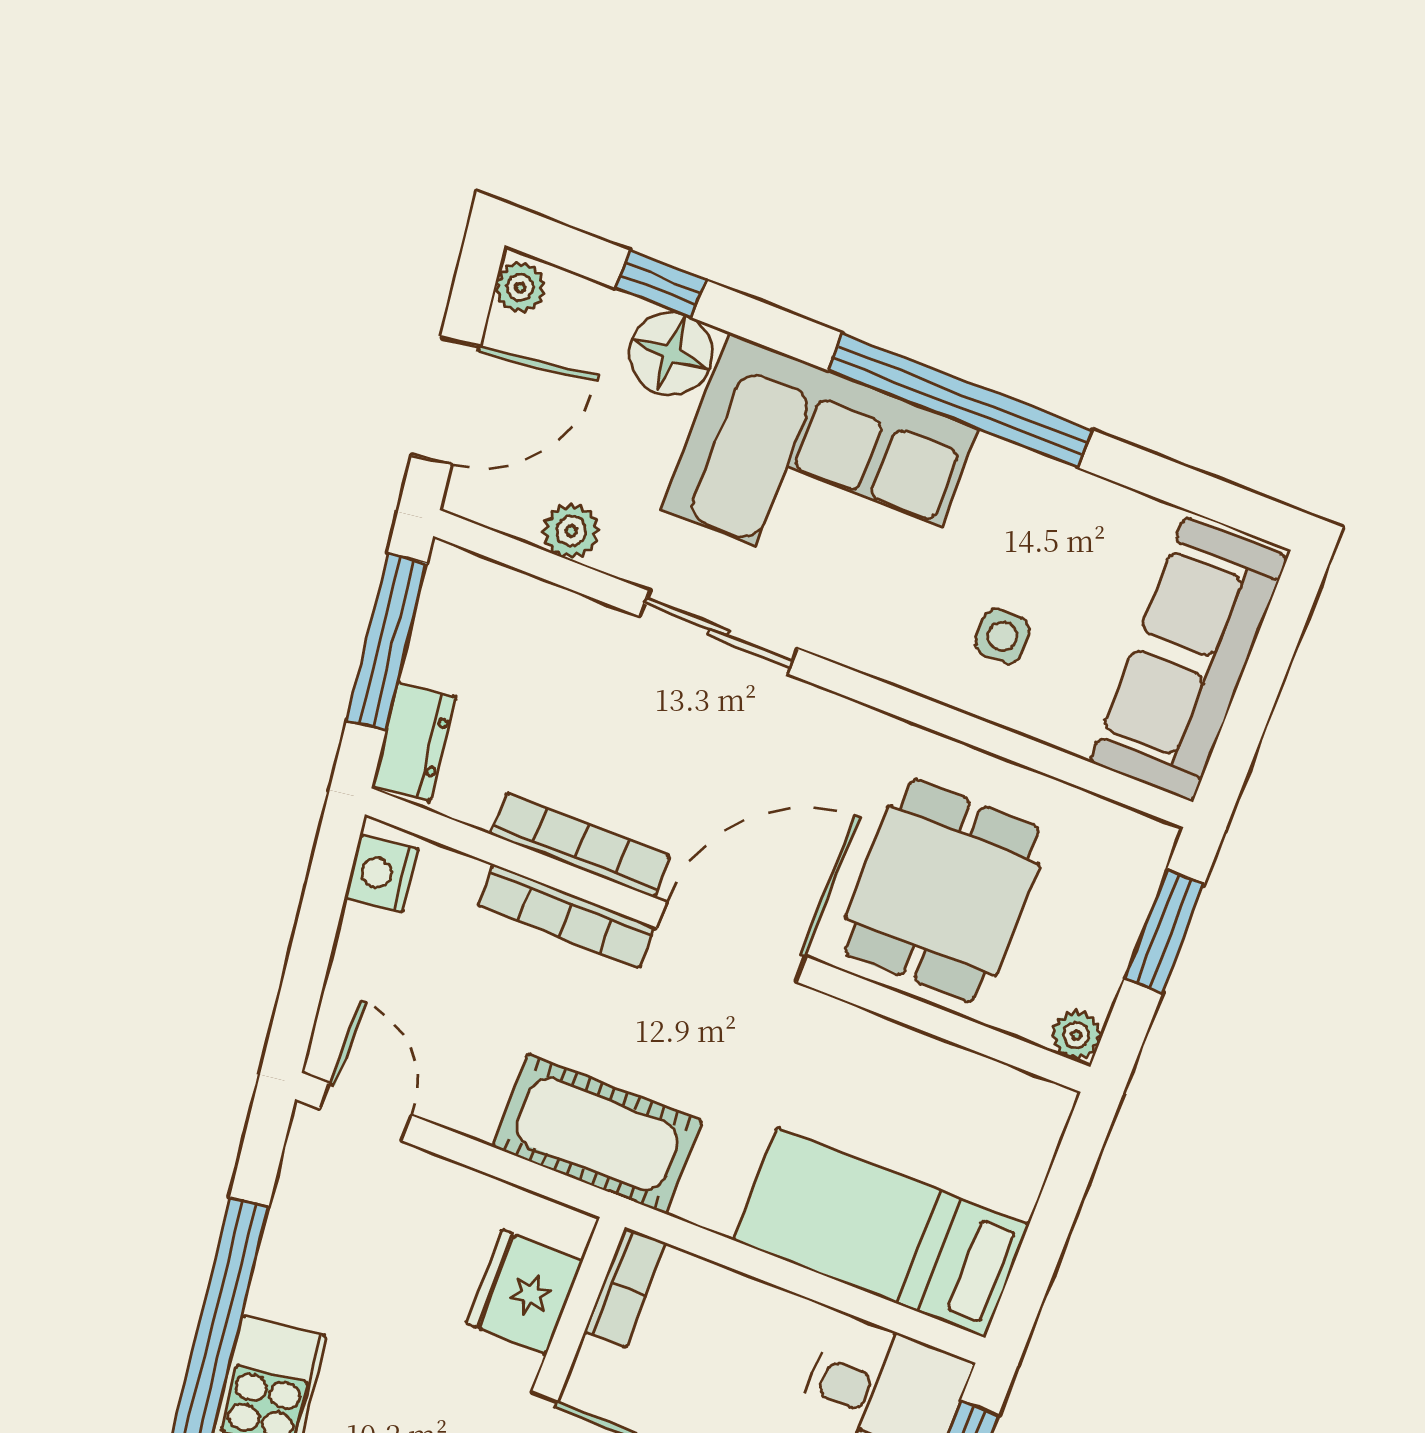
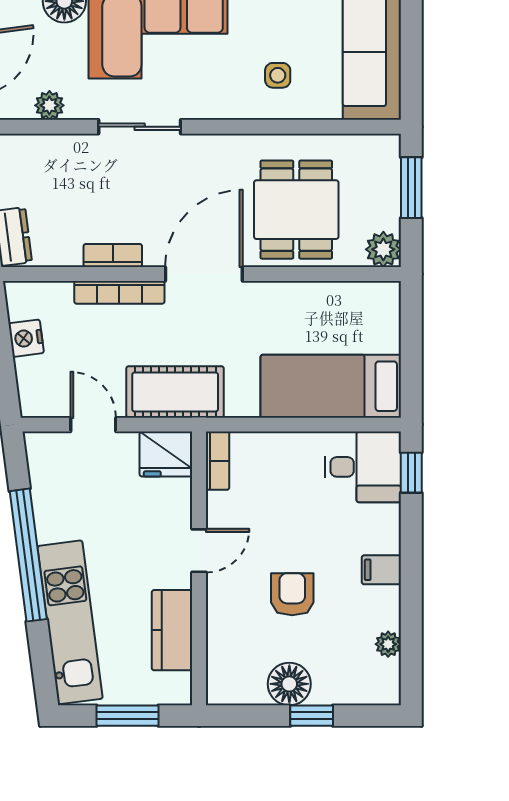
bookcase: (580, 845) -> (113, 255), width x0.64
nightstand: (381, 873) -> (26, 338), moved
plant: (1076, 1035) -> (383, 249), width x1.38, depth x1.38
door: (366, 1112) -> (93, 425), moved
fridge: (524, 1292) -> (166, 454), moved, turned -90

